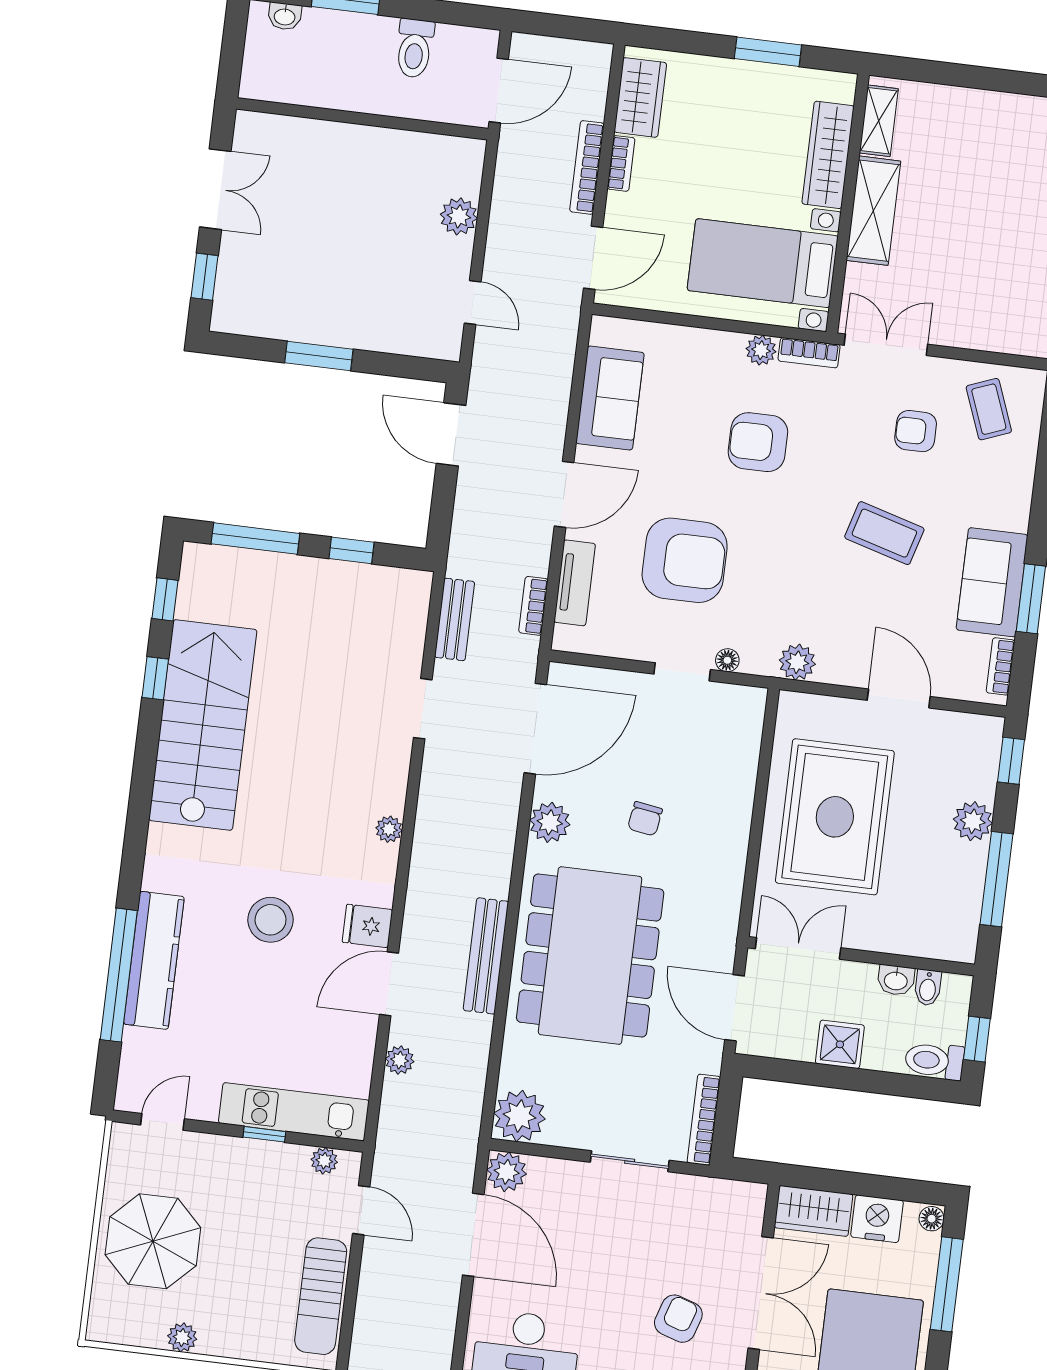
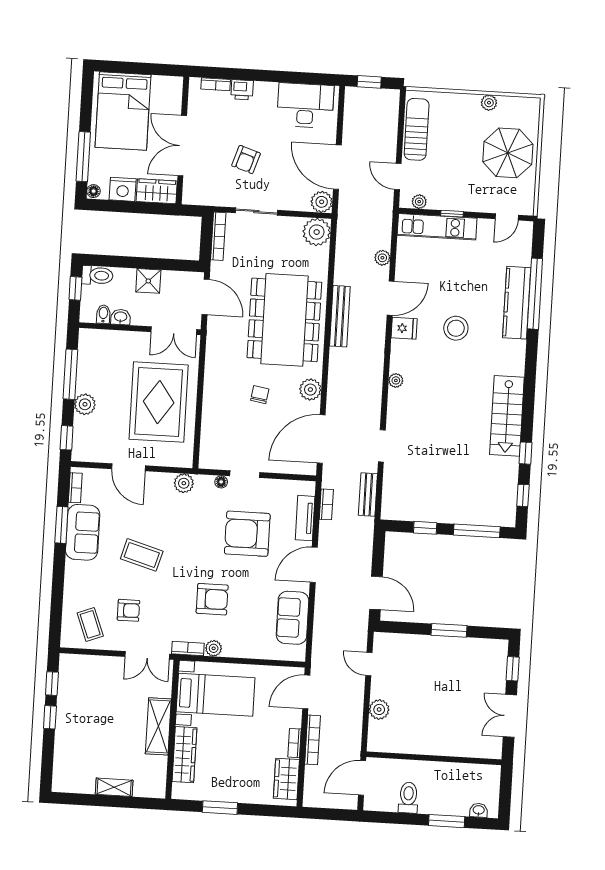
shelving: (879, 121) -> (114, 787), moved, turned 90
stairs: (203, 725) -> (507, 416), width x0.73, depth x0.66
armchair: (678, 1319) -> (246, 159), moved

